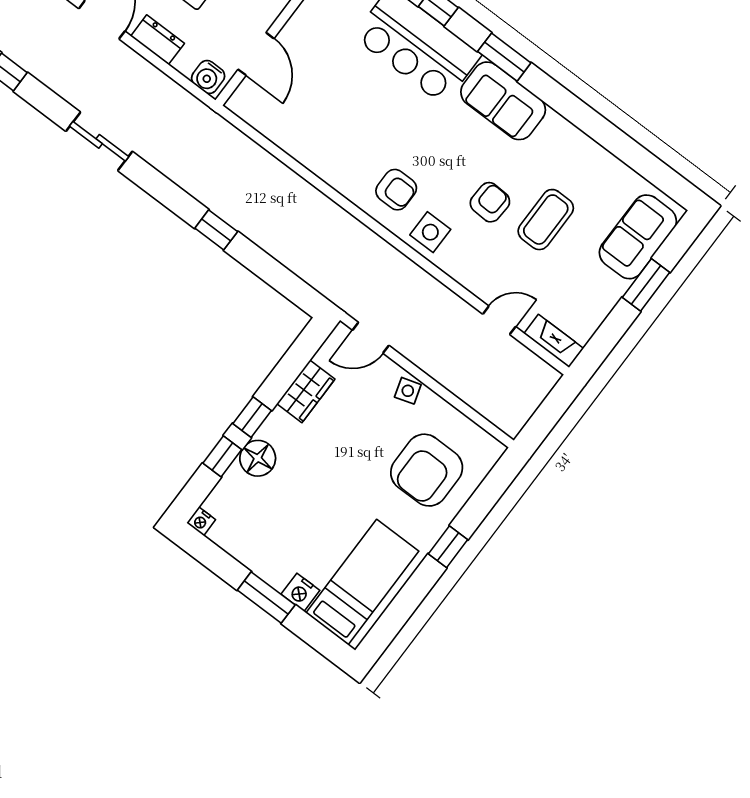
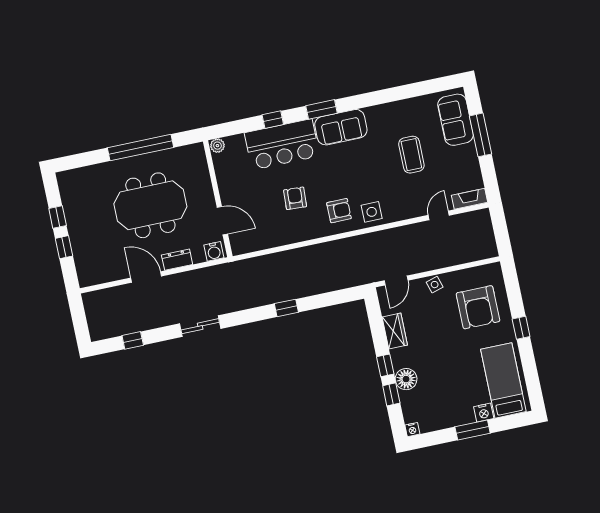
armchair: (490, 202) -> (295, 198), moved
window: (646, 285) -> (480, 135), width x1.44

